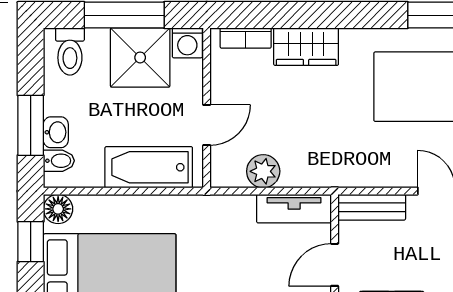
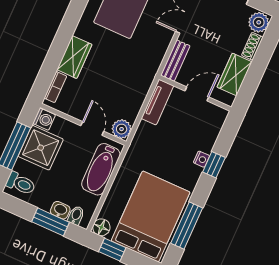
plant: (263, 171) -> (122, 129), moved
door: (335, 265) -> (197, 94), swing flipped

